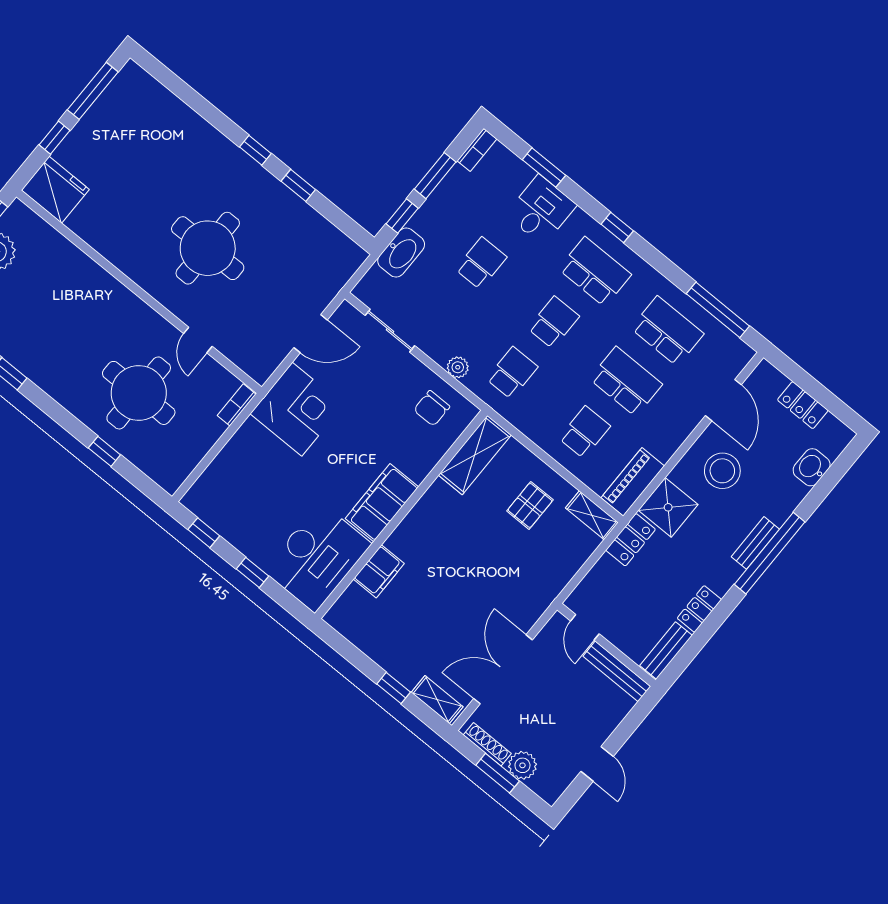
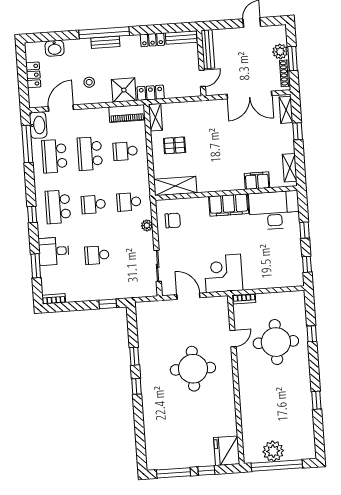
window: (435, 176) -> (79, 306), removed
washbasin: (401, 253) -> (38, 125), moved, turned 90
stool: (722, 471) -> (89, 82), width x0.53, depth x0.53
shelving: (355, 631) -> (290, 168), added

